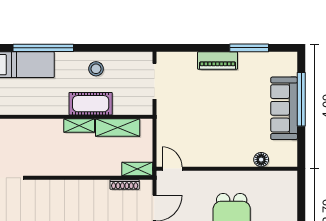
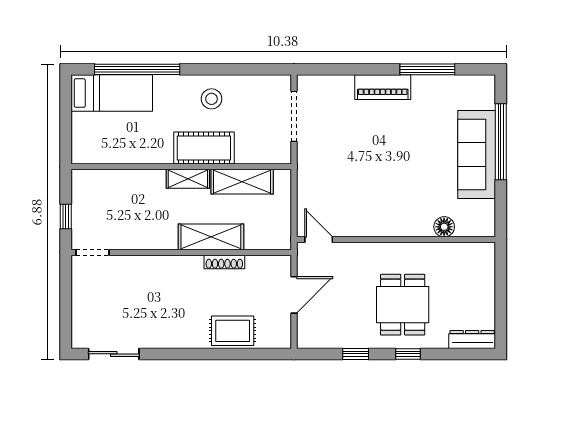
shelving: (137, 169) -> (211, 237), moved, width x1.50, depth x1.33
shoe rack: (125, 185) -> (224, 262), moved

